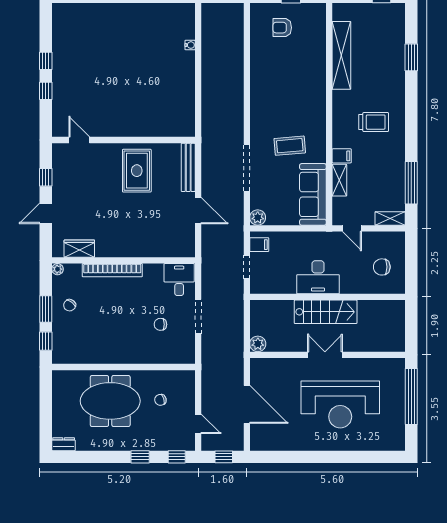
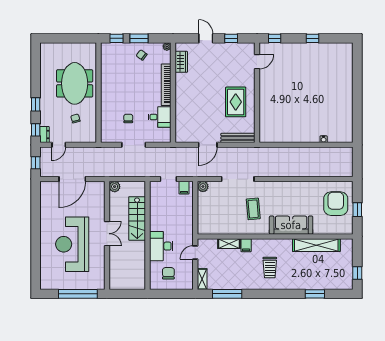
armchair: (282, 28) -> (336, 204), width x1.88, depth x1.88
window: (46, 91) -> (275, 38), moved
rug: (137, 171) -> (236, 102), turned 90
sofa: (313, 194) -> (291, 225), moved
desk: (318, 277) -> (161, 246), moved
desk: (179, 280) -> (160, 117), moved
stairs: (326, 312) -> (137, 218), moved
dresser: (64, 444) -> (44, 135), moved

